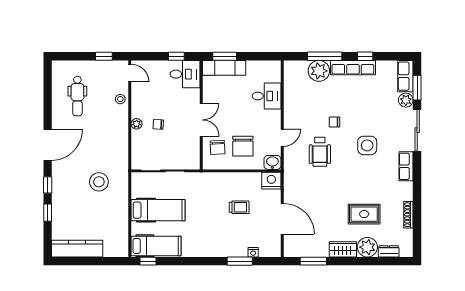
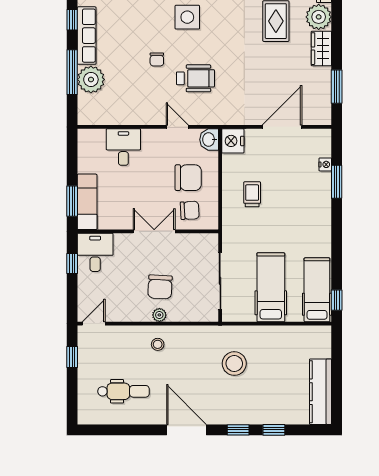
stool: (120, 99) -> (158, 344), moved
chair: (158, 124) -> (160, 287), width x1.87, depth x1.87
trolley: (239, 207) -> (252, 194), moved

